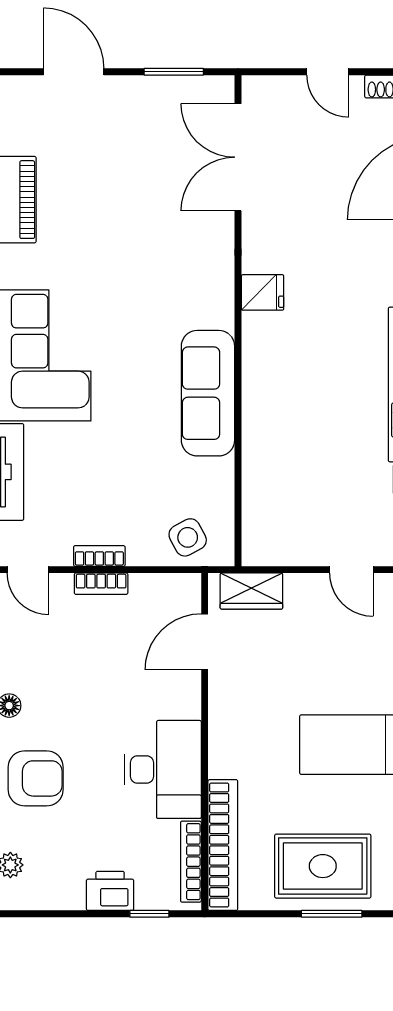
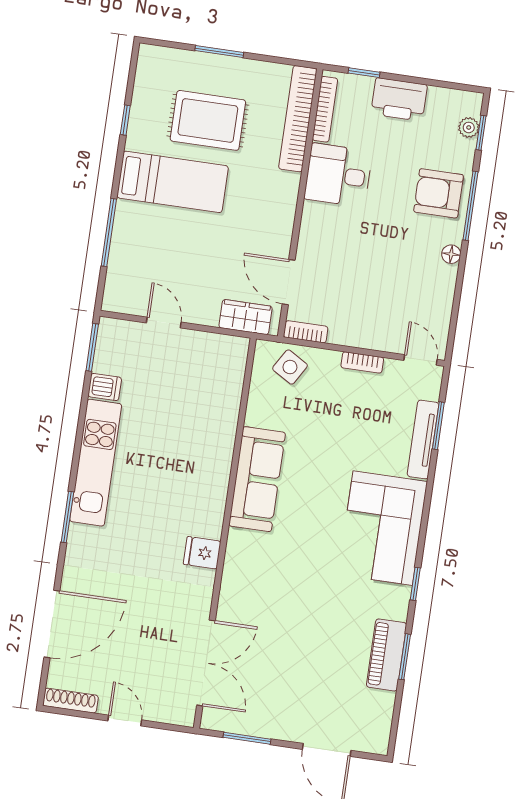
side table: (188, 537) -> (290, 367), turned -31
bookcase: (101, 584) -> (306, 332), moved
door: (205, 642) -> (289, 282), swing flipped
desk: (163, 769) -> (338, 175), width x0.73
rug: (323, 866) -> (208, 120), moved
printer: (110, 891) -> (399, 99), width x1.37, depth x1.19

